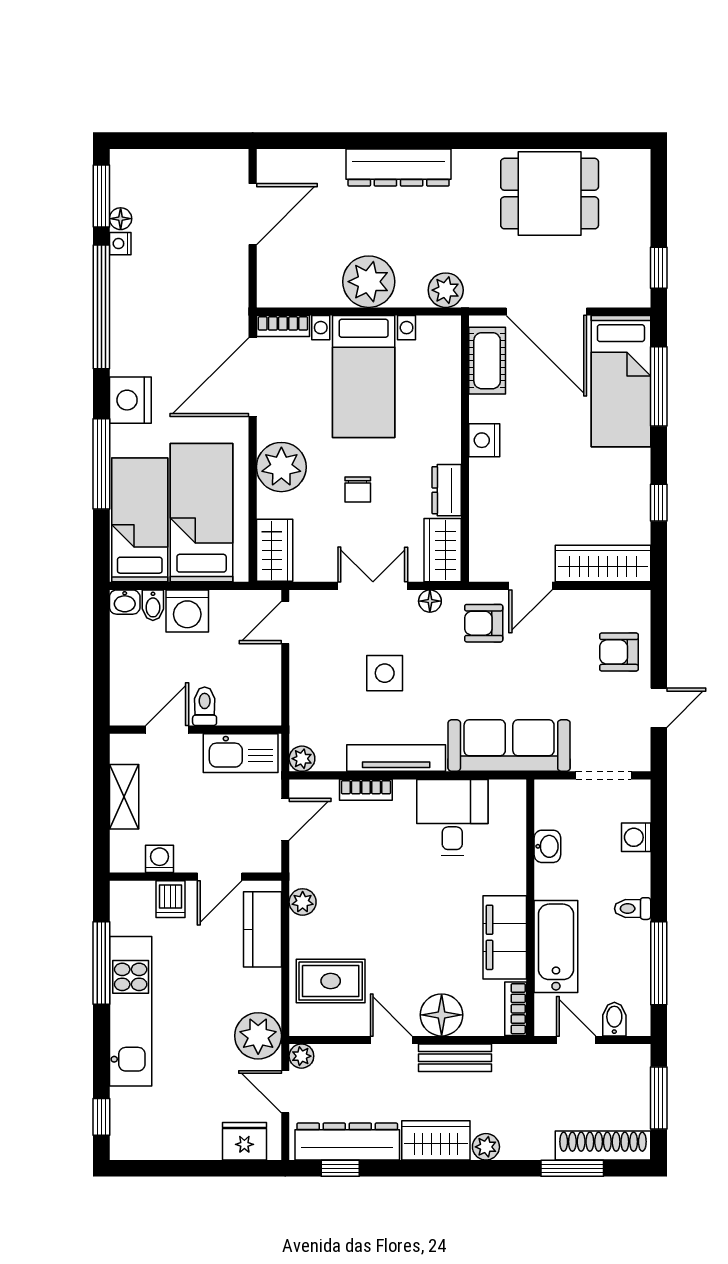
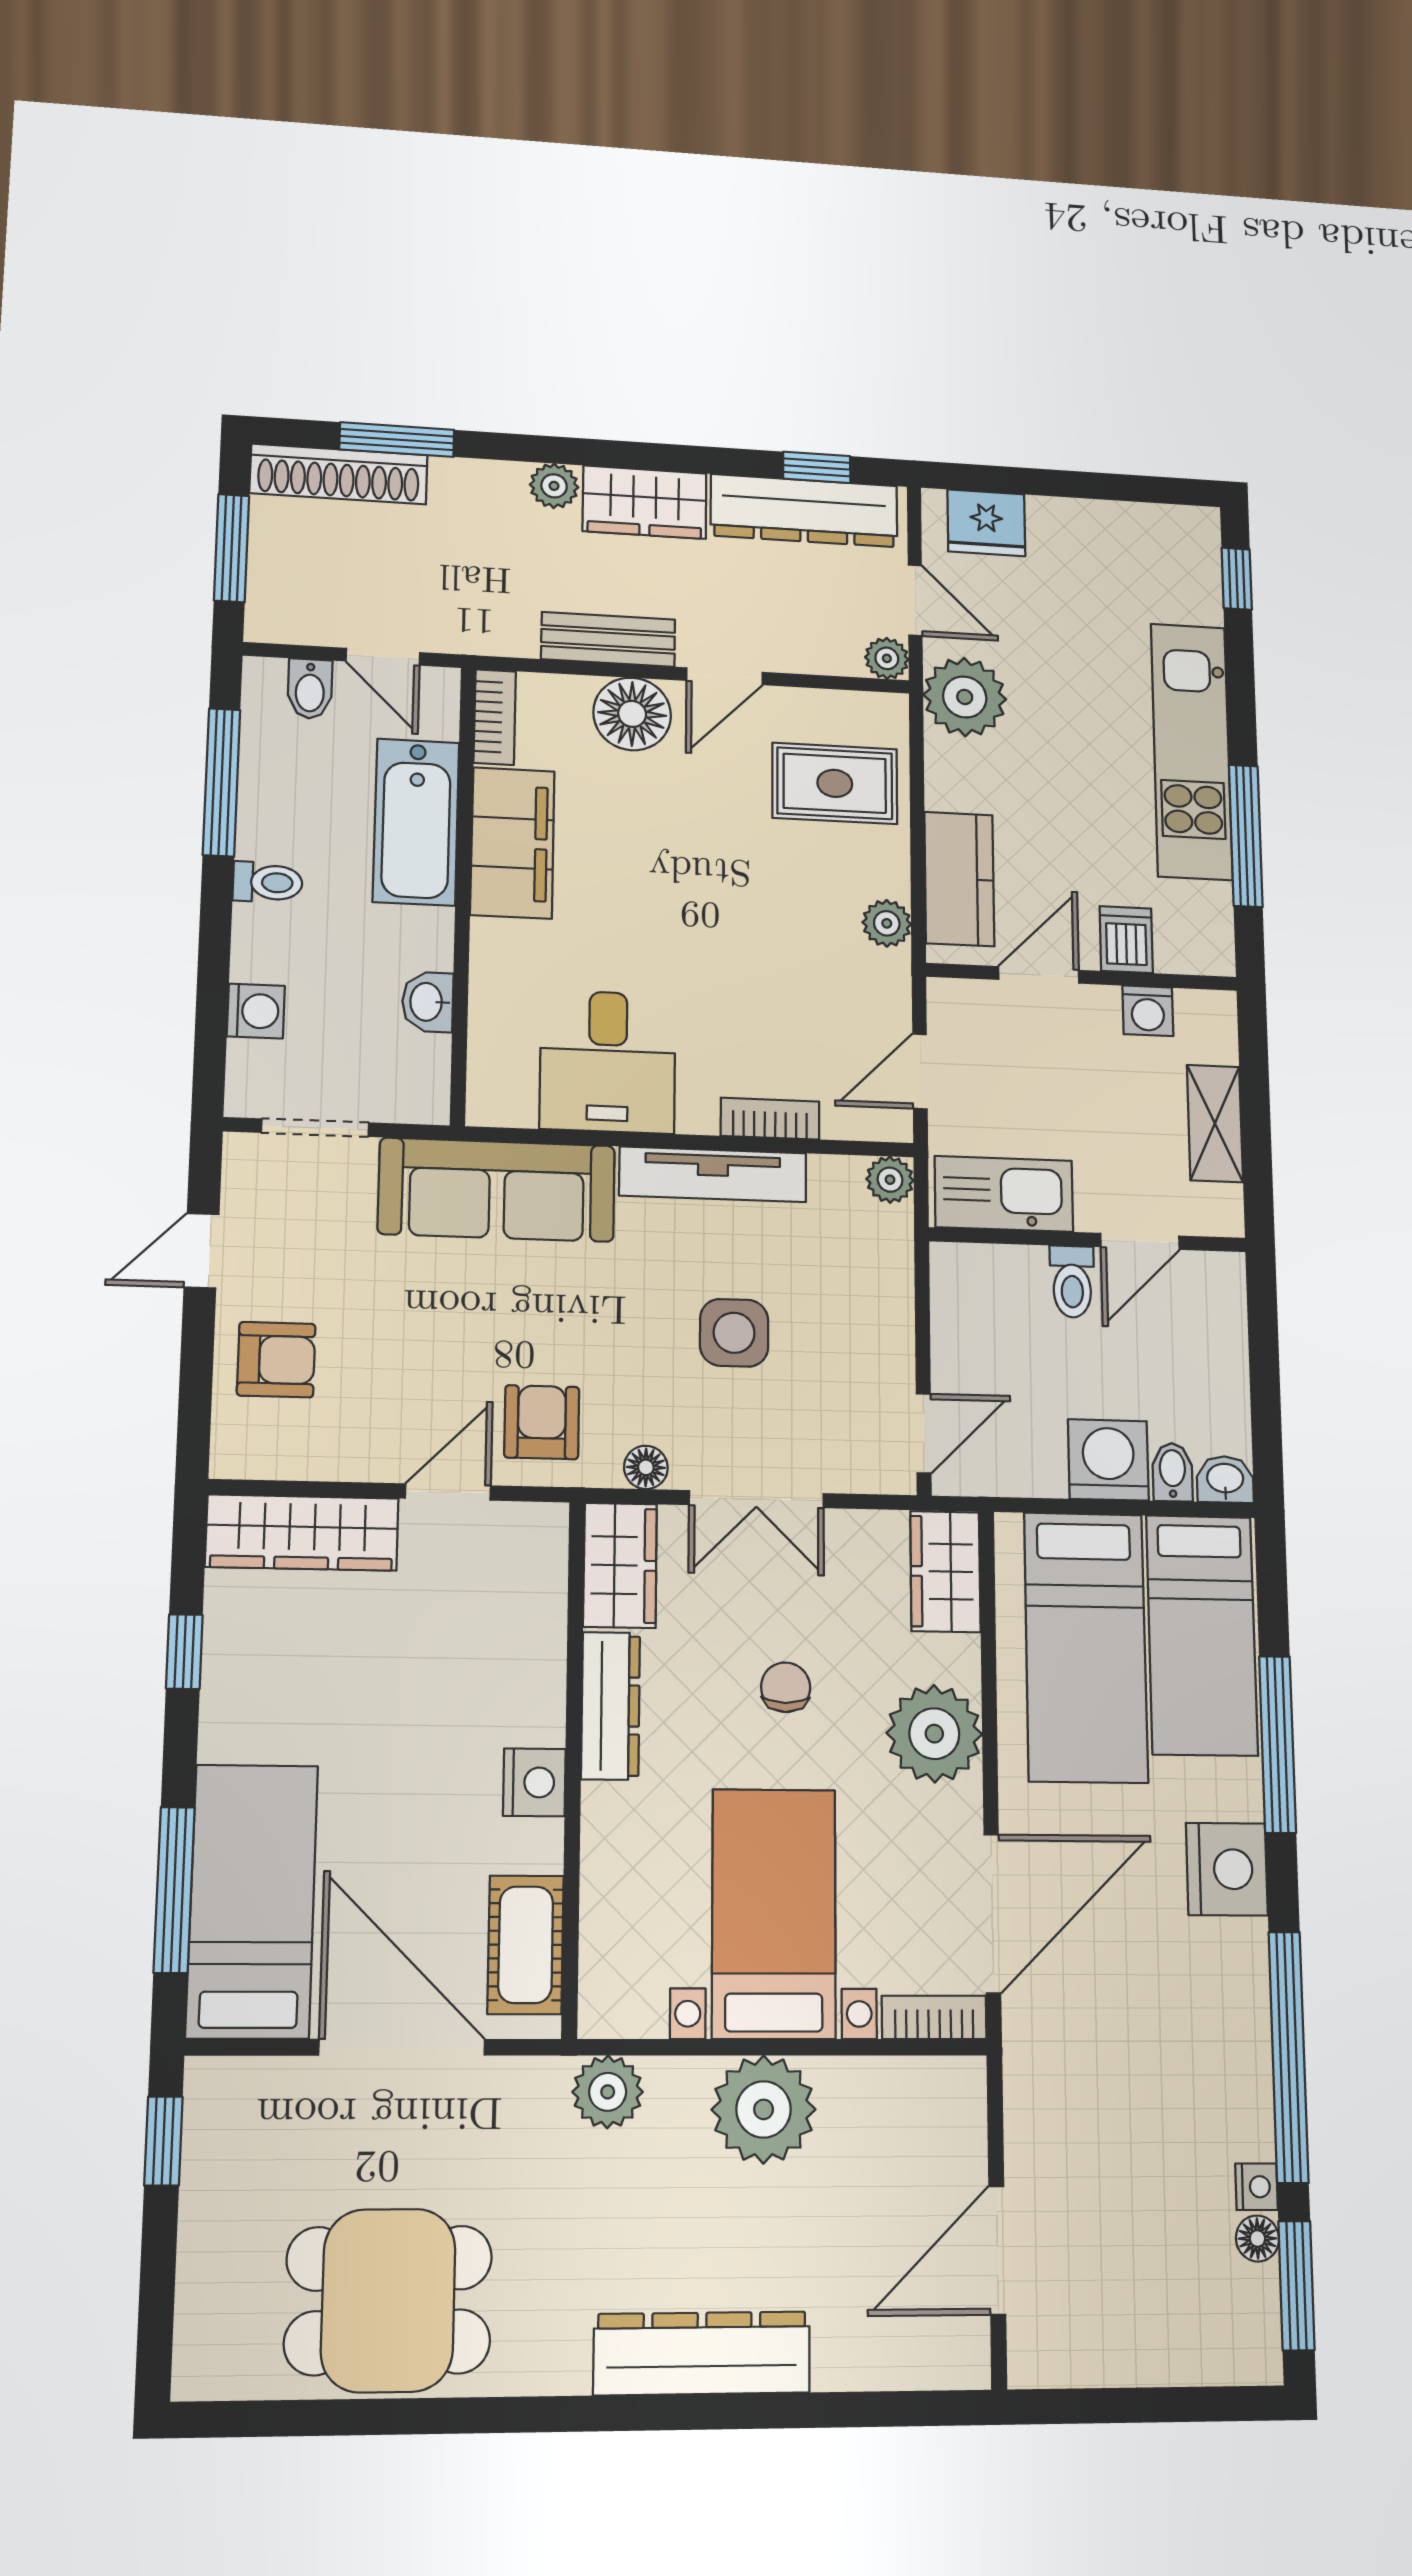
dresser: (447, 490) -> (611, 1706), width x1.44
armchair: (484, 623) -> (542, 1422), turned -90
door: (391, 1040) -> (725, 676), hinge flipped

